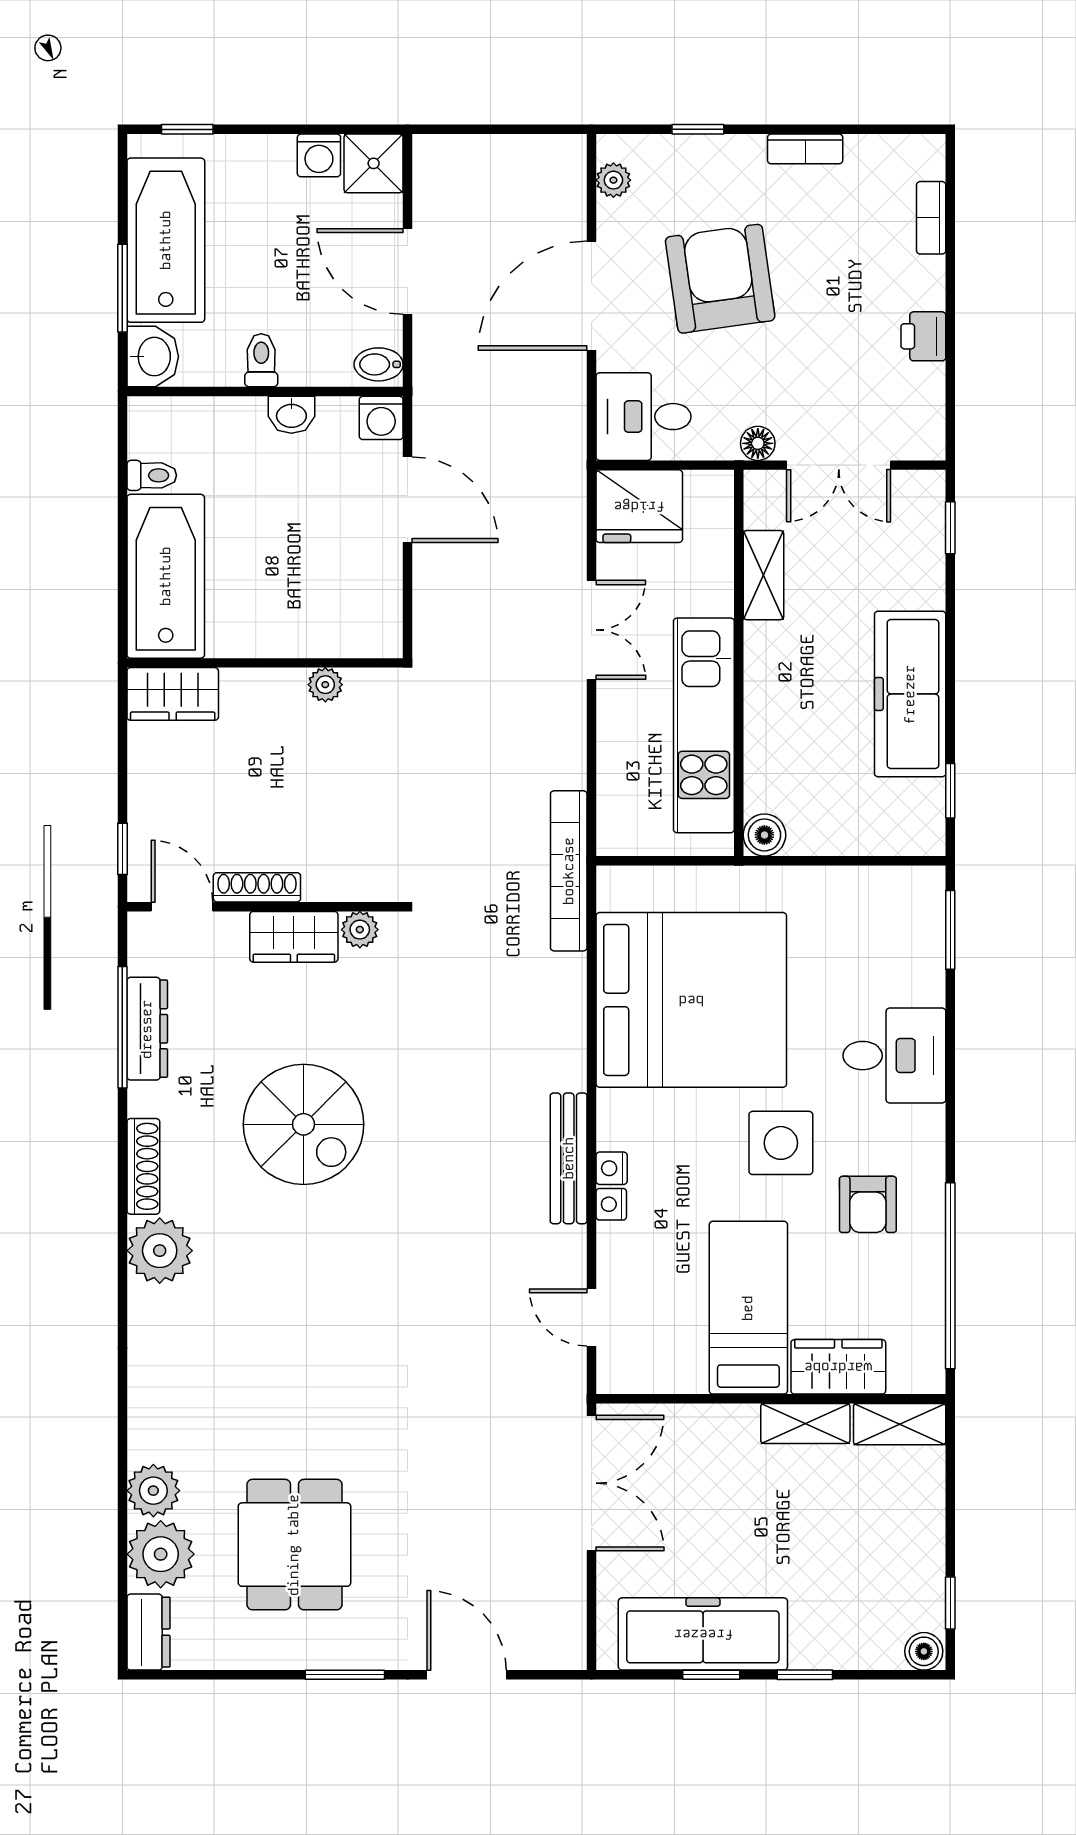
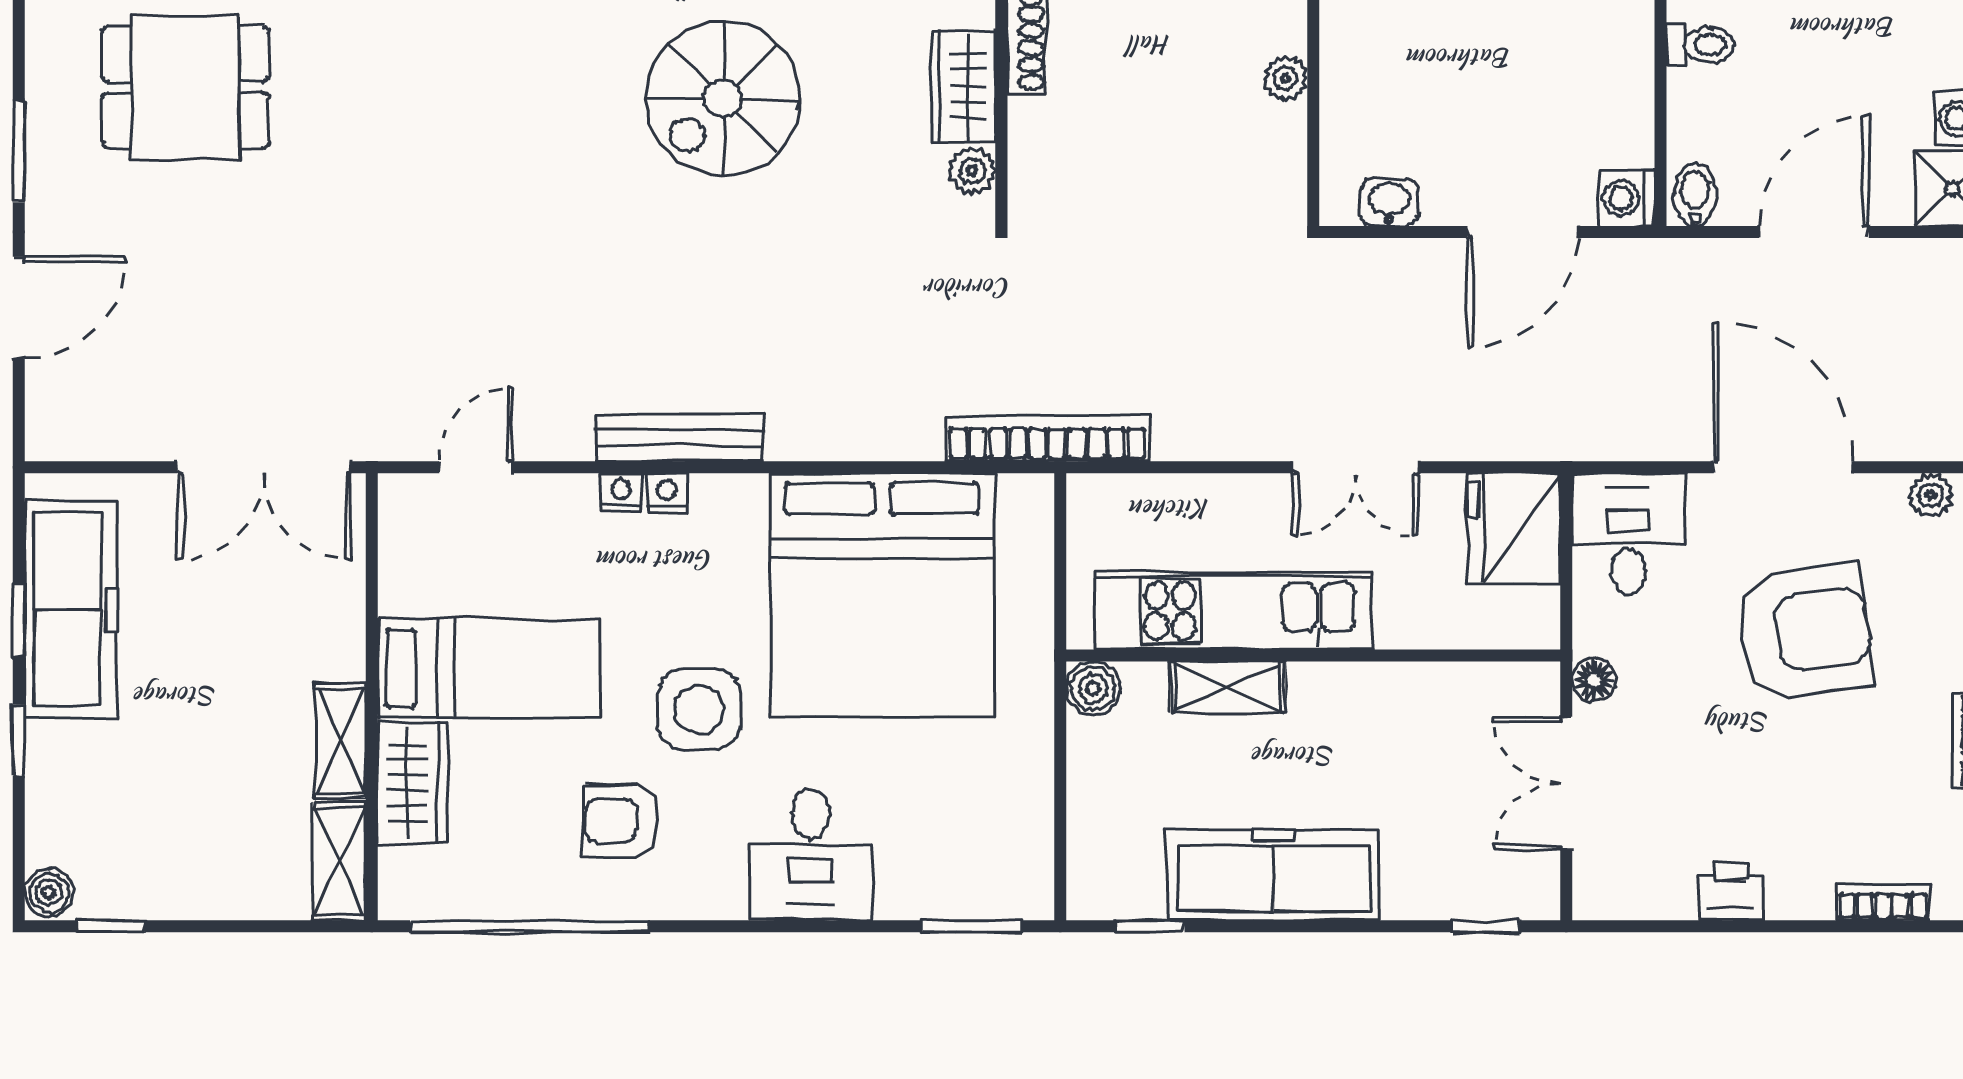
washbasin: (291, 415) -> (1389, 202), moved, turned 90
shelving: (763, 575) -> (1228, 687), moved
plant: (325, 685) -> (1285, 78), moved

